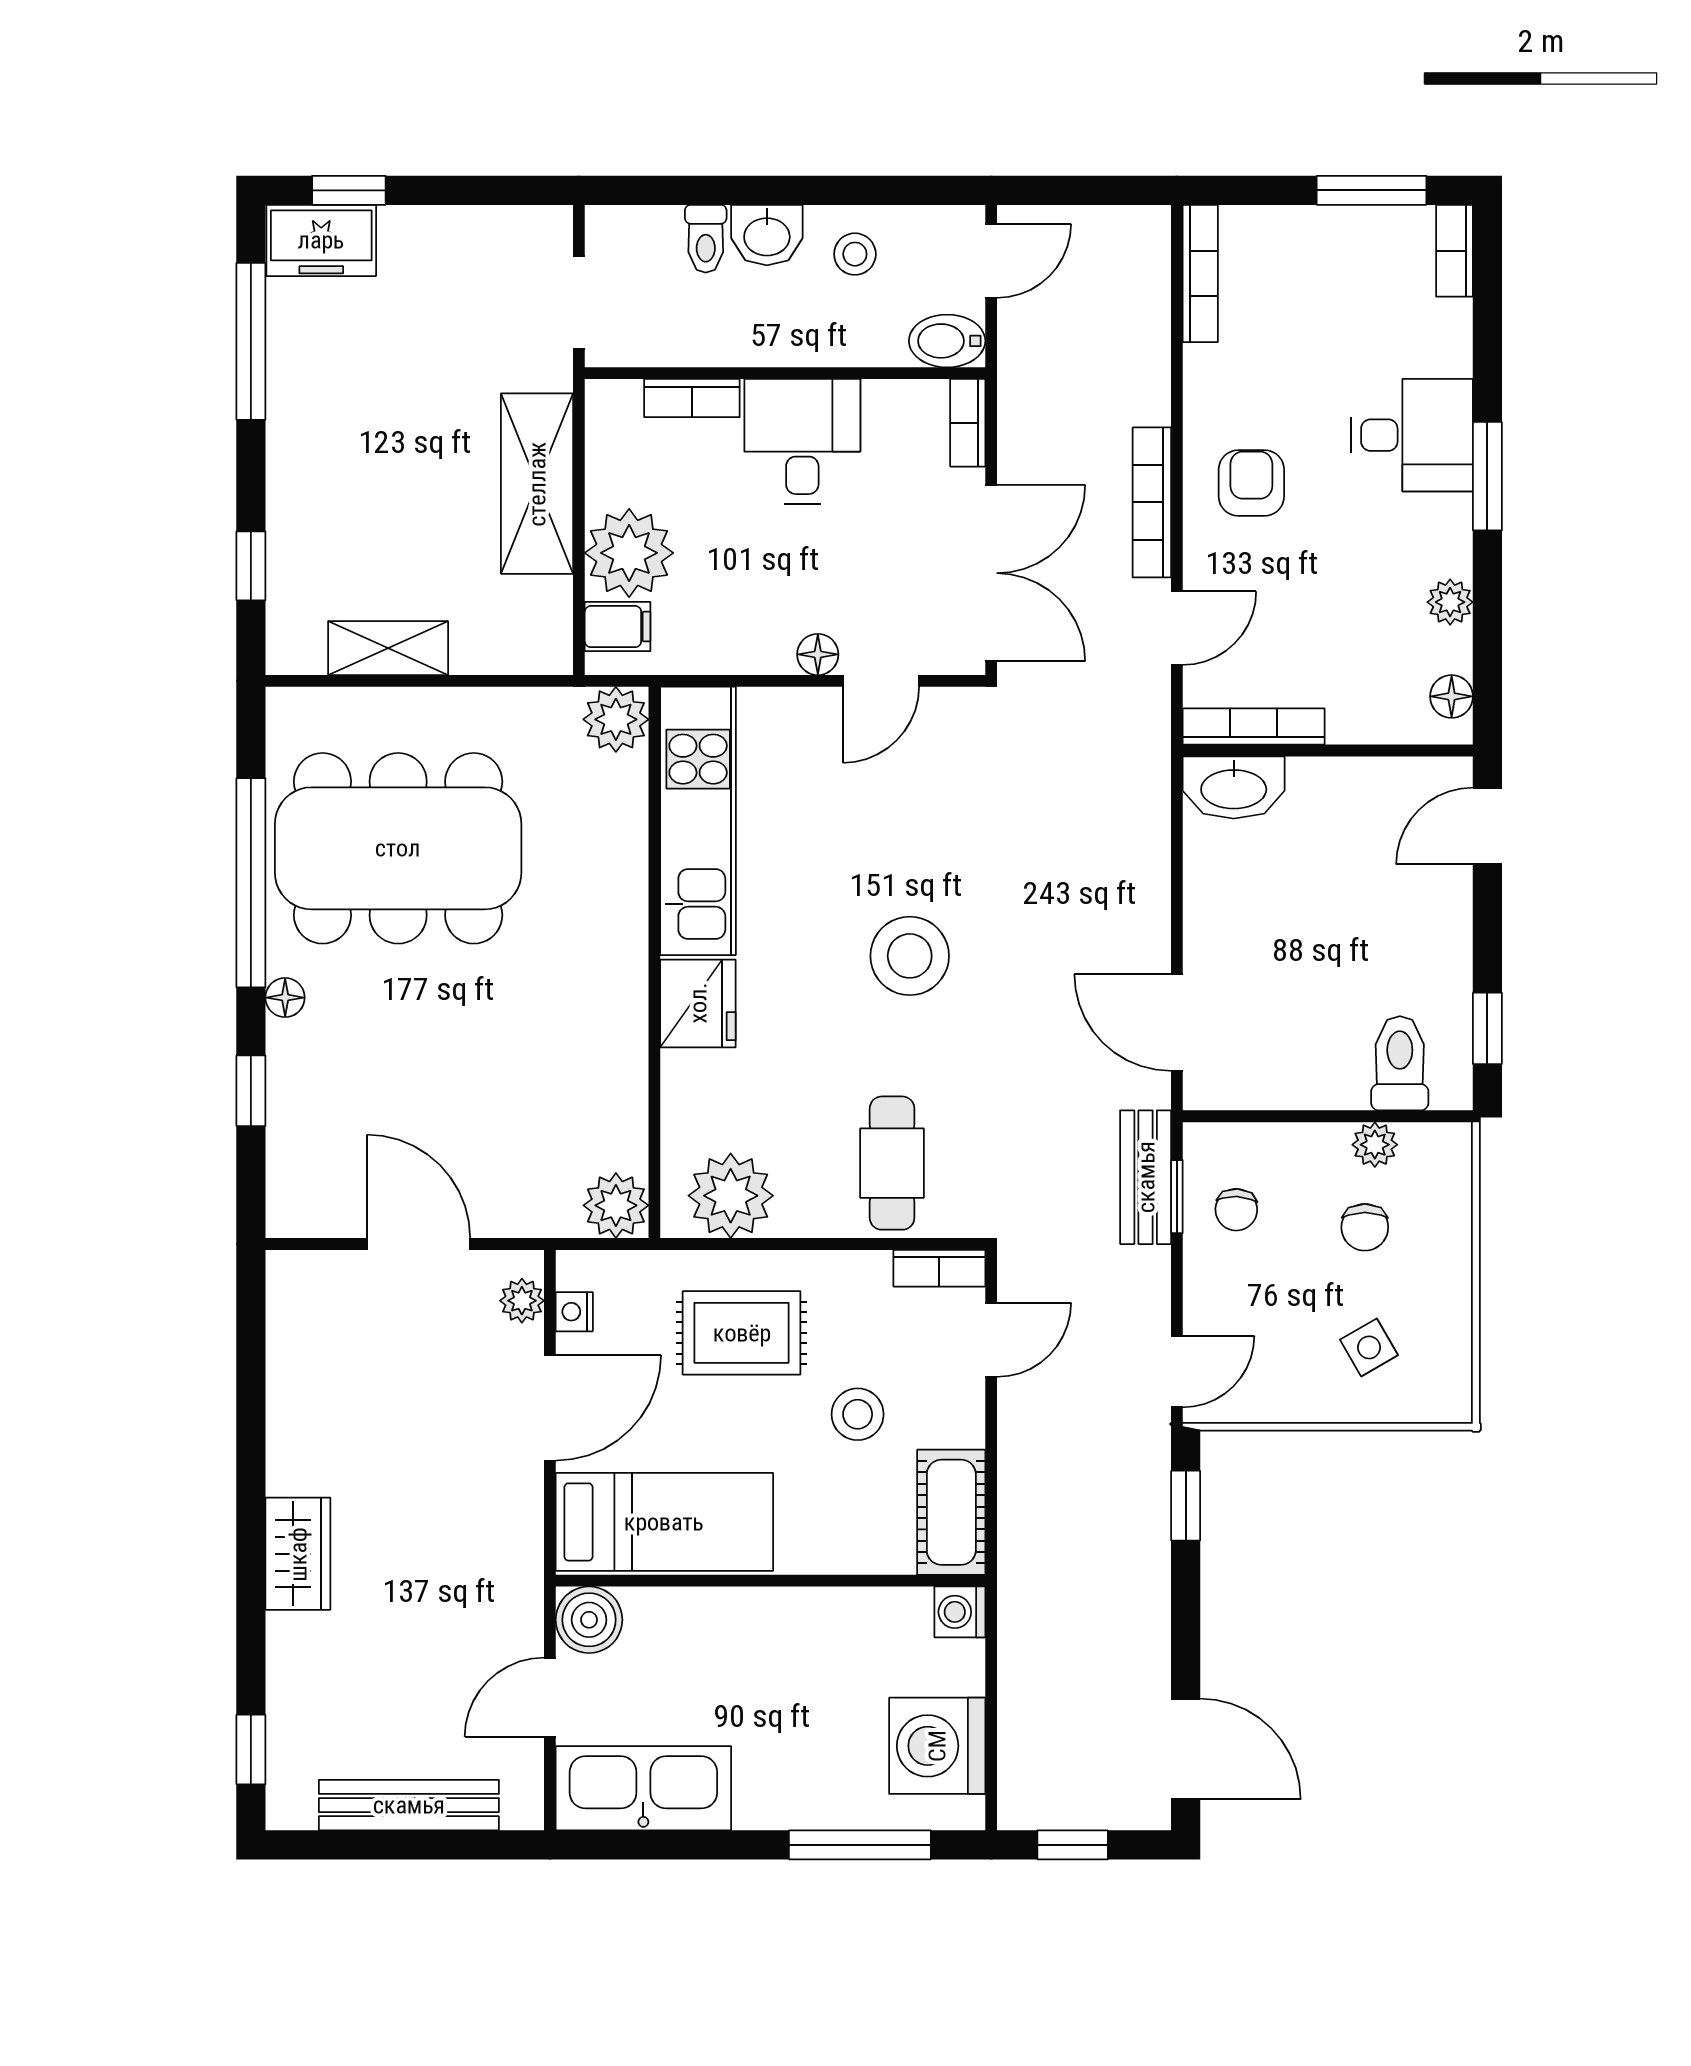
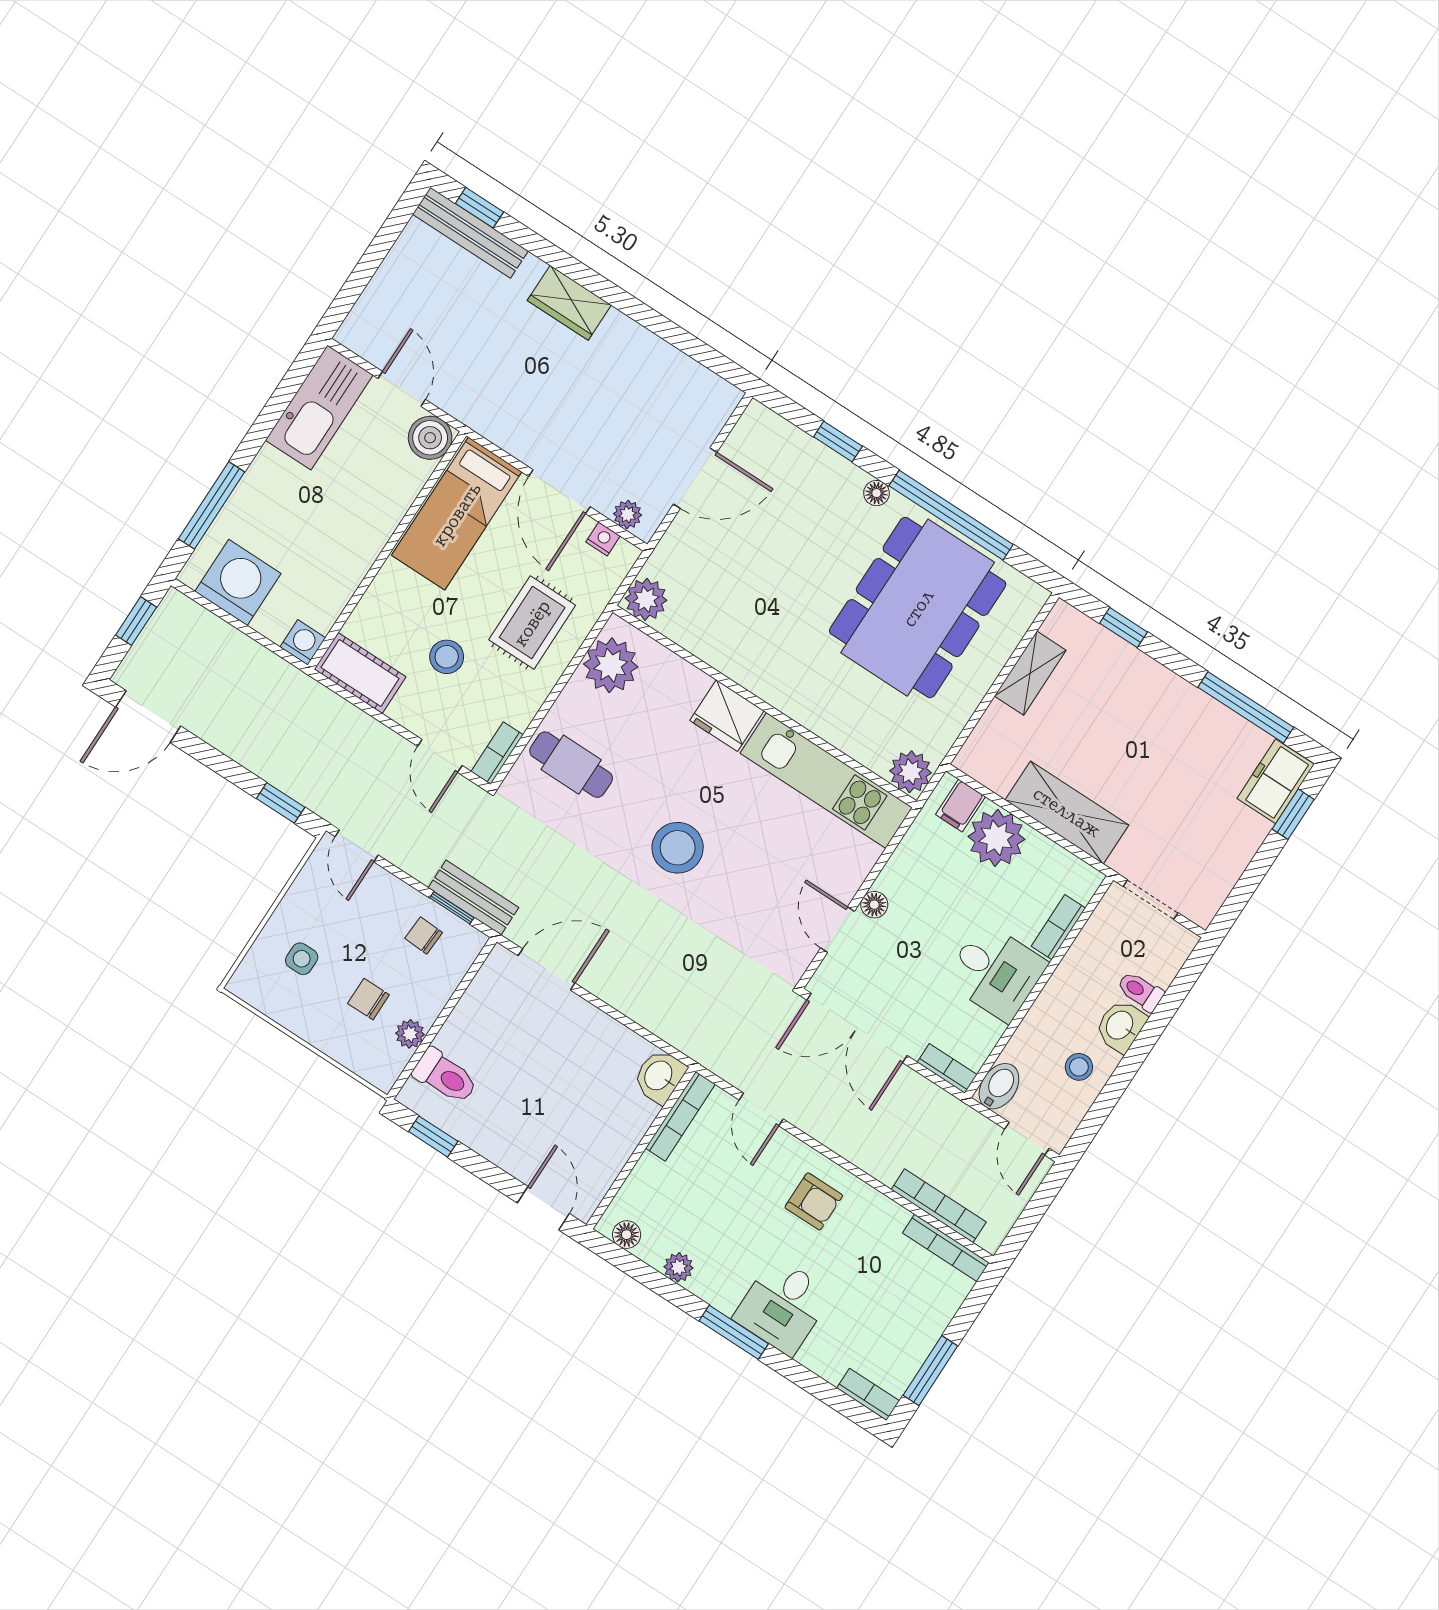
bookcase: (1152, 502) -> (939, 1206), moved
washbasin: (1234, 787) -> (659, 1076), width x0.72
side table: (1369, 1347) -> (302, 959), turned 30
bench: (409, 1805) -> (470, 233), moved, turned 90

